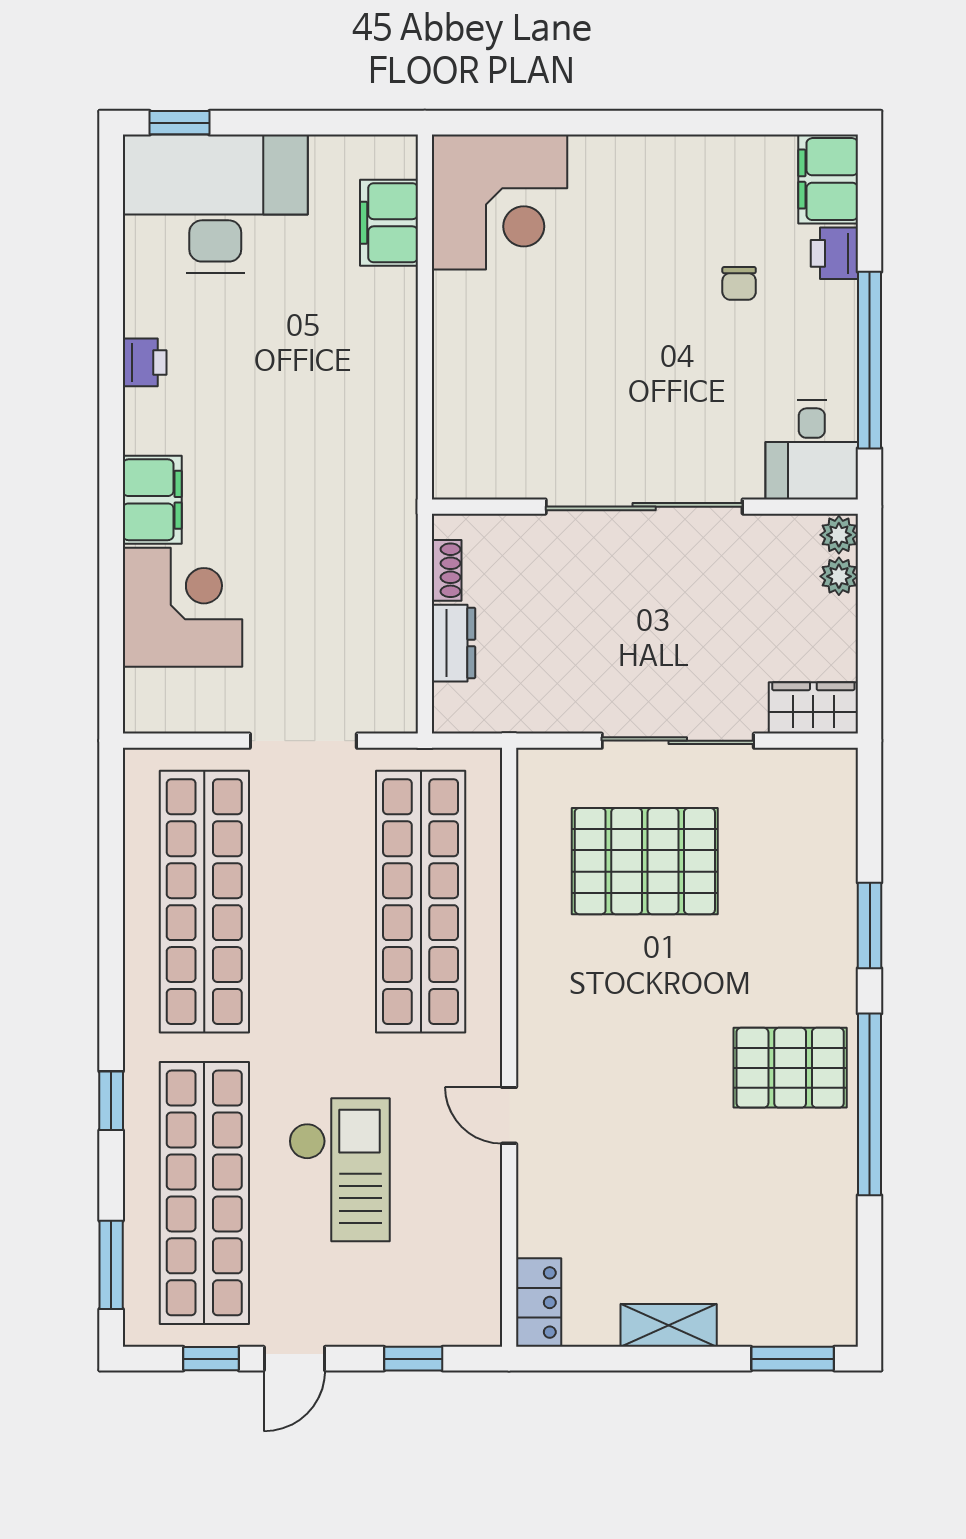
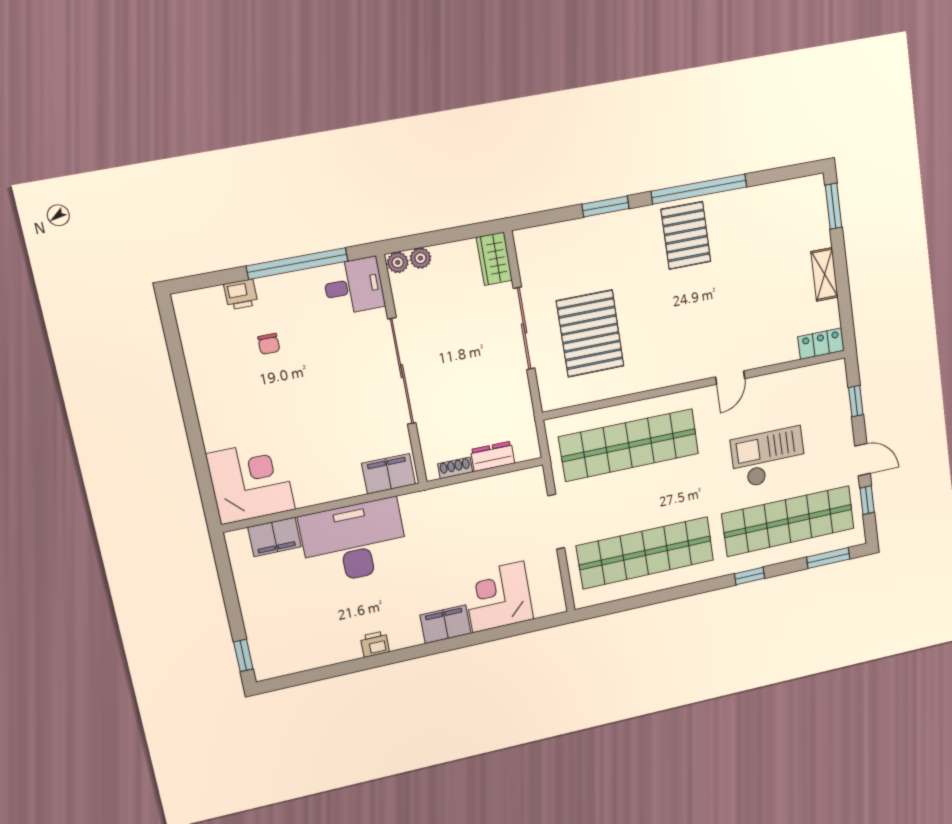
filing cabinet: (828, 179) -> (389, 474), moved, turned 180
desk: (215, 204) -> (354, 542), moved, turned 90
chair: (739, 283) -> (269, 344), turned 90

